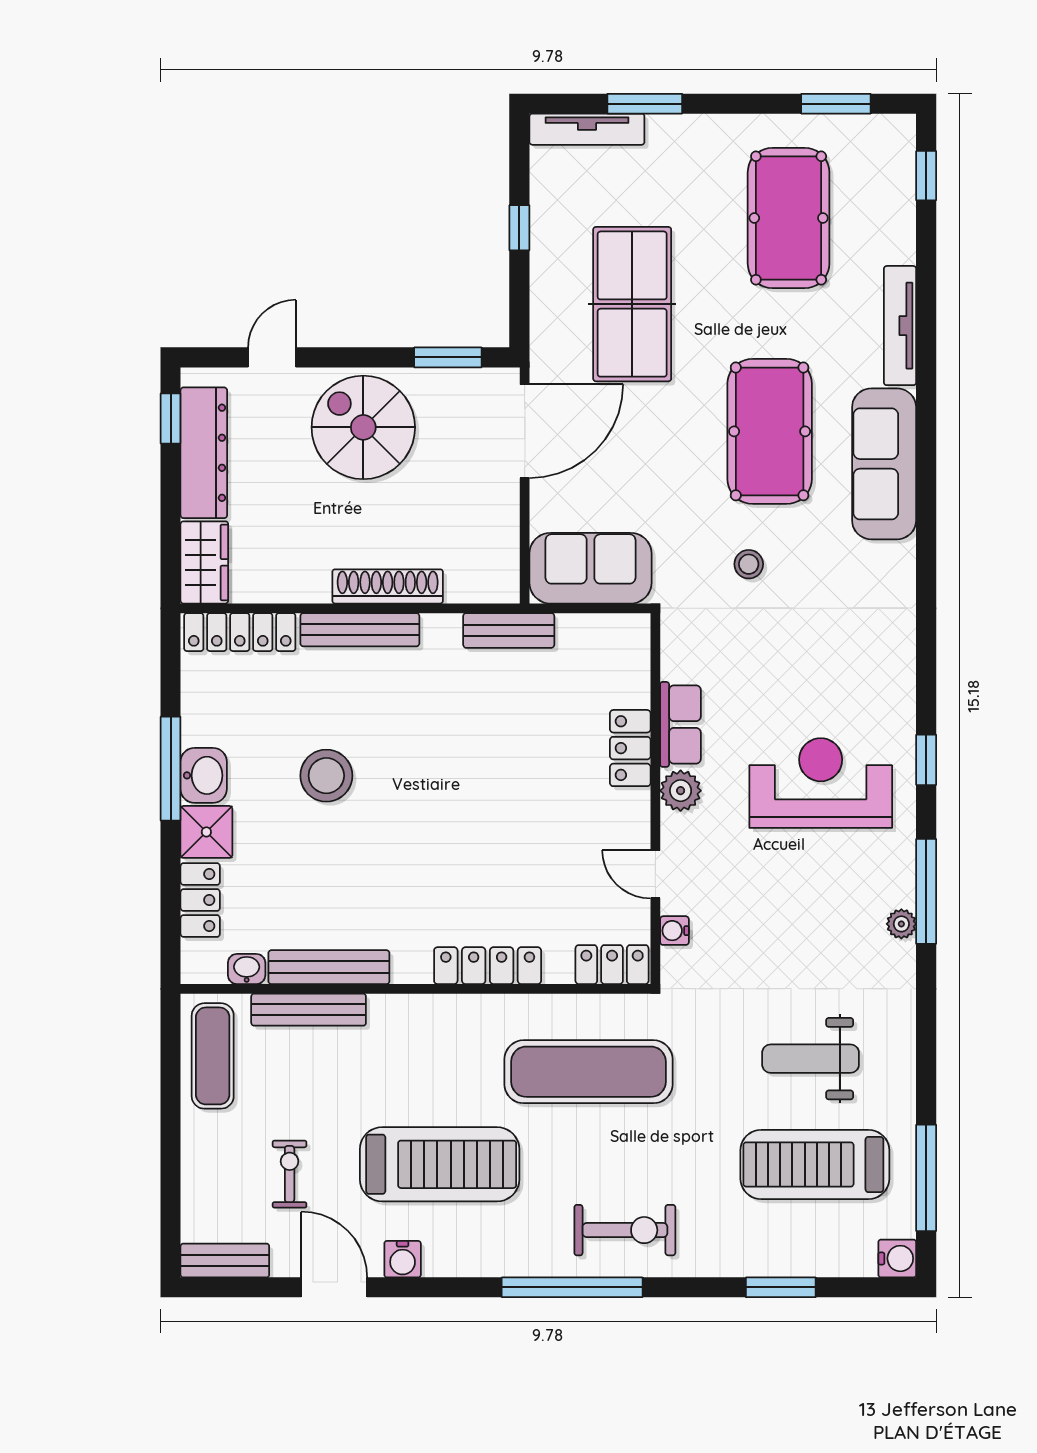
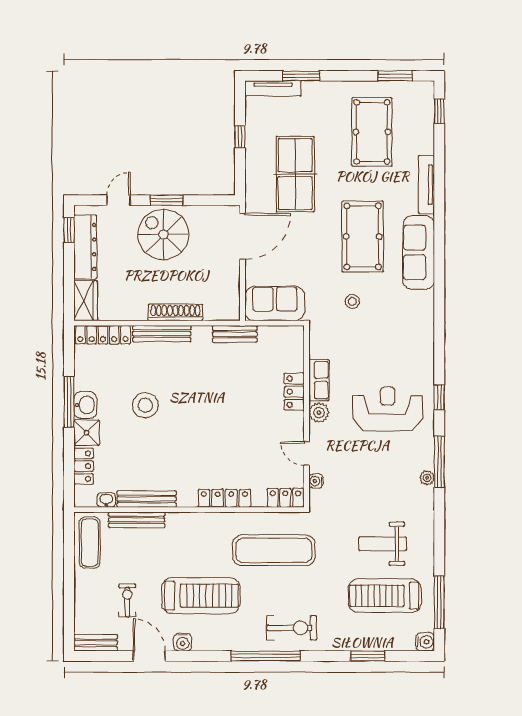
window: (448, 357) -> (167, 200), moved

